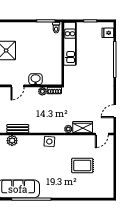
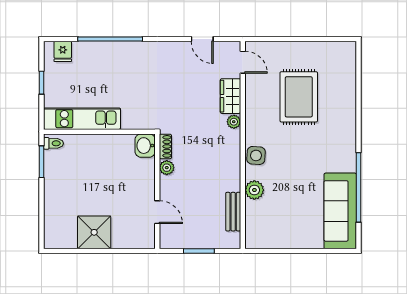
washbasin: (36, 79) -> (145, 146), moved
plant: (12, 141) -> (254, 190), moved
rug: (82, 166) -> (299, 97), width x1.36, depth x1.43

